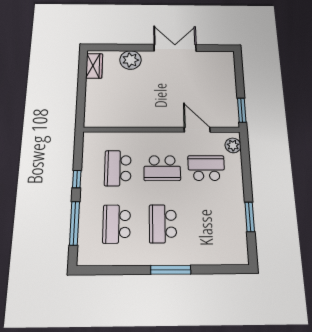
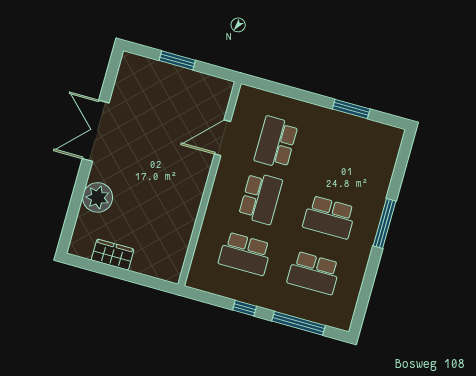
wardrobe: (94, 66) -> (113, 255), moved
window: (242, 110) -> (177, 60), moved
plant: (233, 145) -> (256, 98), removed

